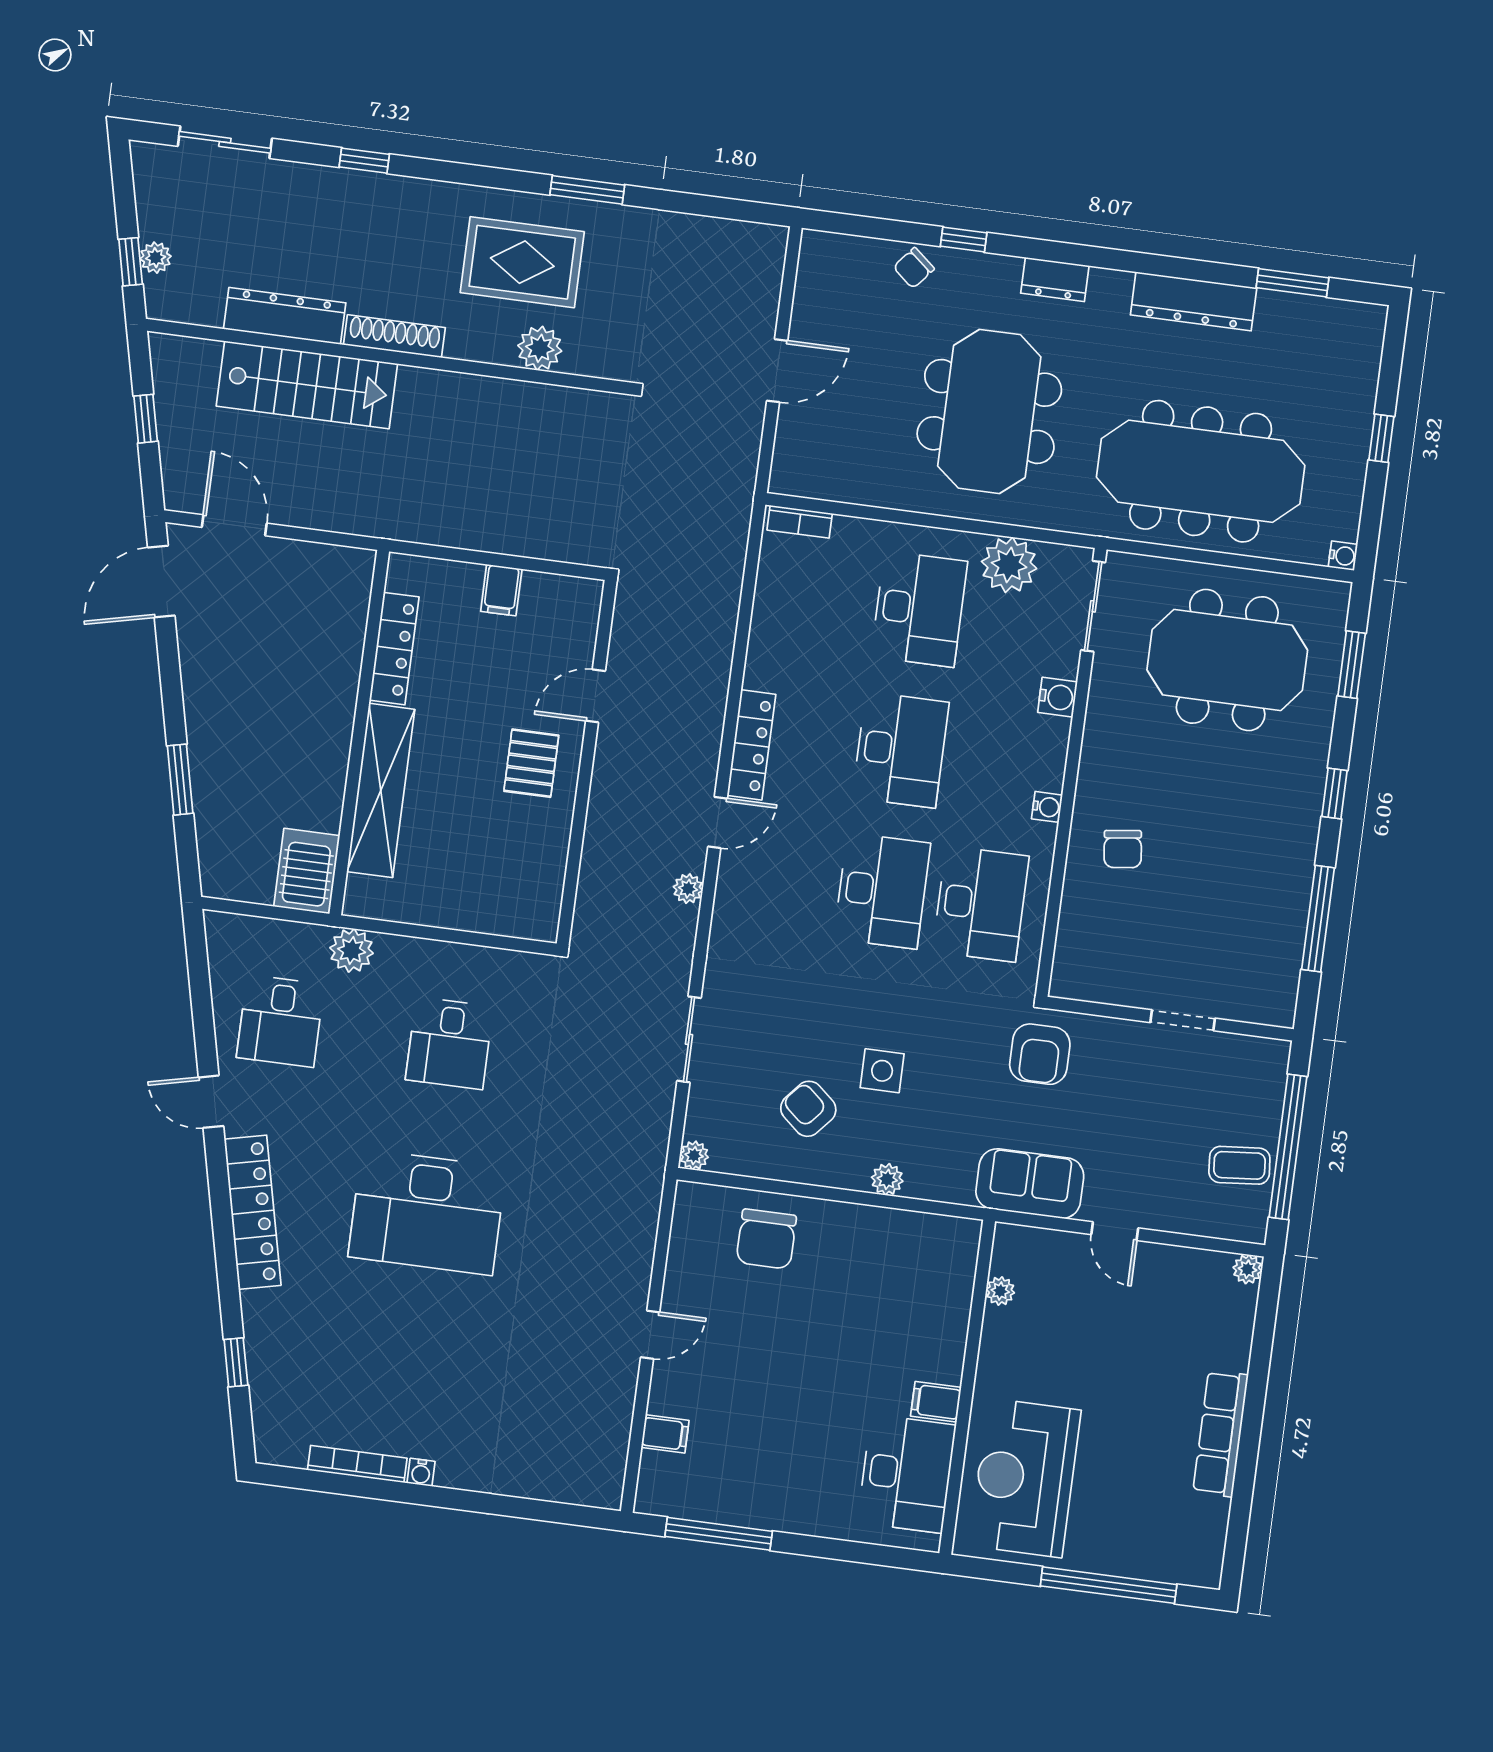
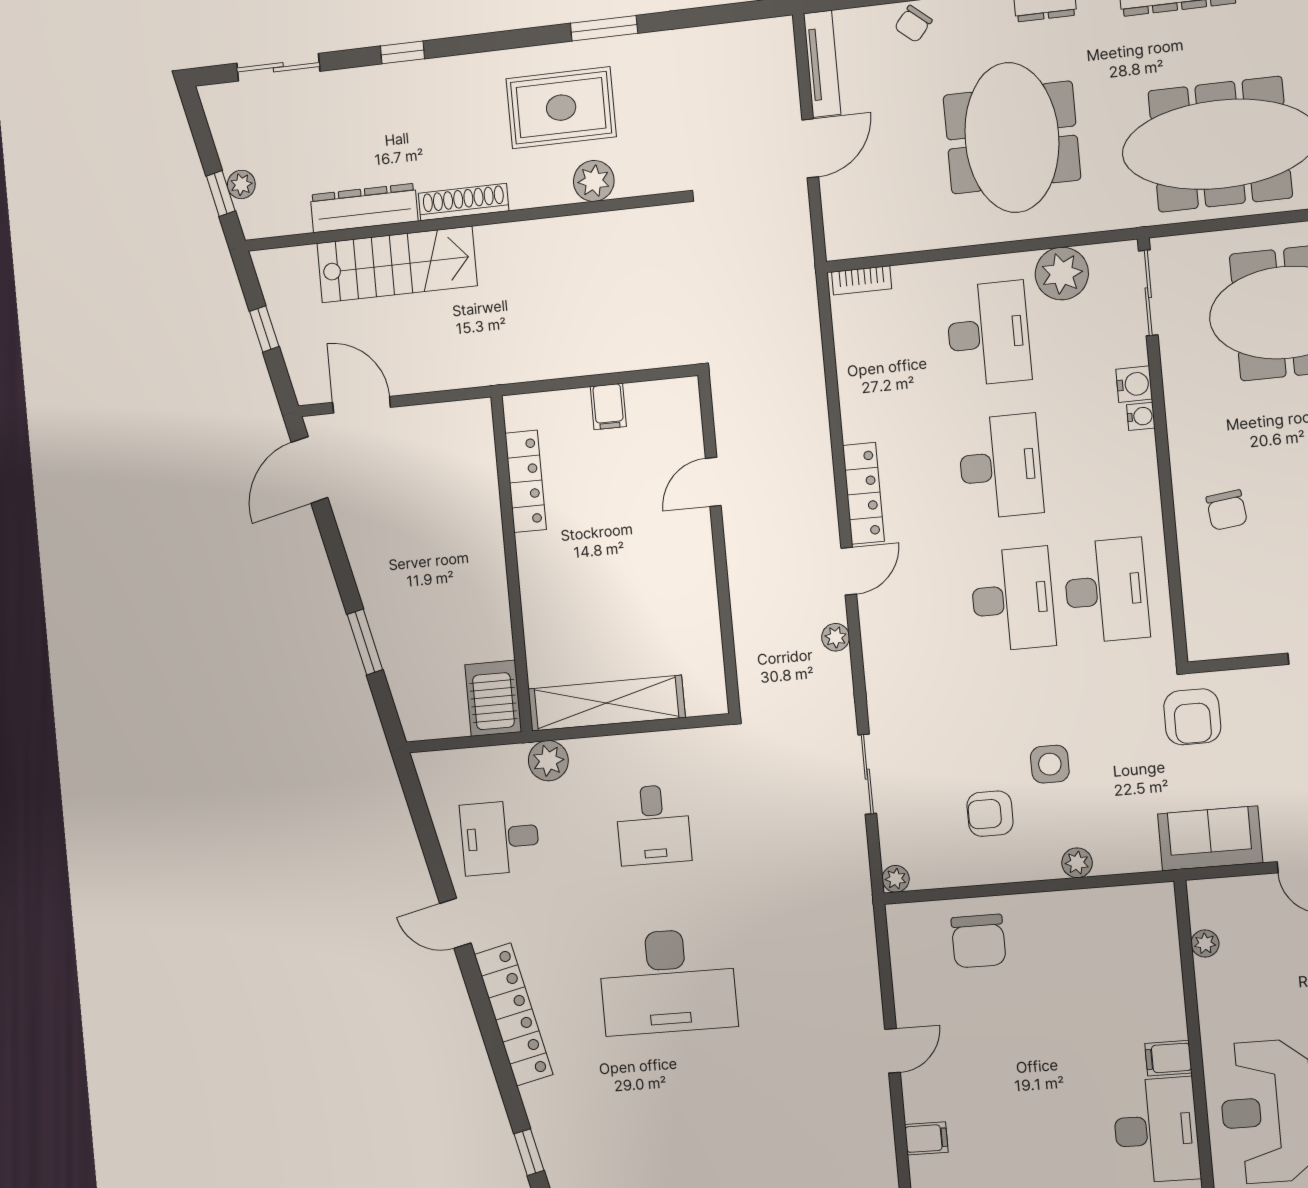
tv unit: (809, 286) -> (822, 64), added
pallet: (531, 763) -> (670, 556), removed
shelving: (381, 790) -> (606, 703), moved, turned 90
water cooler: (1047, 807) -> (1141, 416), moved
desk: (280, 1021) -> (500, 838), turned 90
armchair: (808, 1109) -> (990, 814), turned -41

